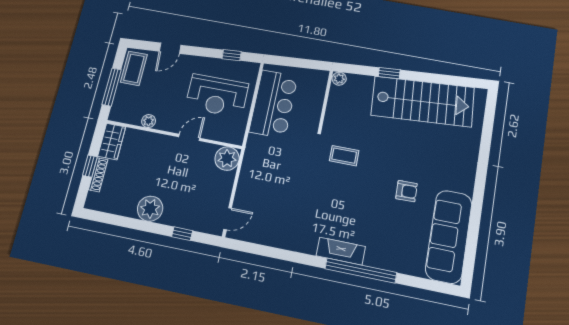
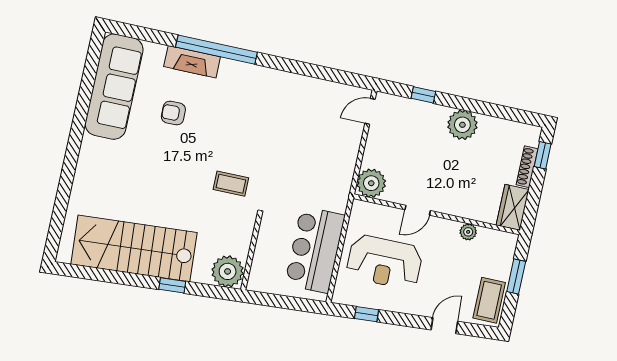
plant: (339, 79) -> (228, 271), width x1.88, depth x1.88
window: (112, 87) -> (516, 277), width x0.69
reception desk: (217, 96) -> (384, 262), turned 180
window: (90, 166) -> (543, 155), moved
armchair: (407, 191) -> (173, 113), moved
fireplace: (341, 251) -> (192, 62), moved

